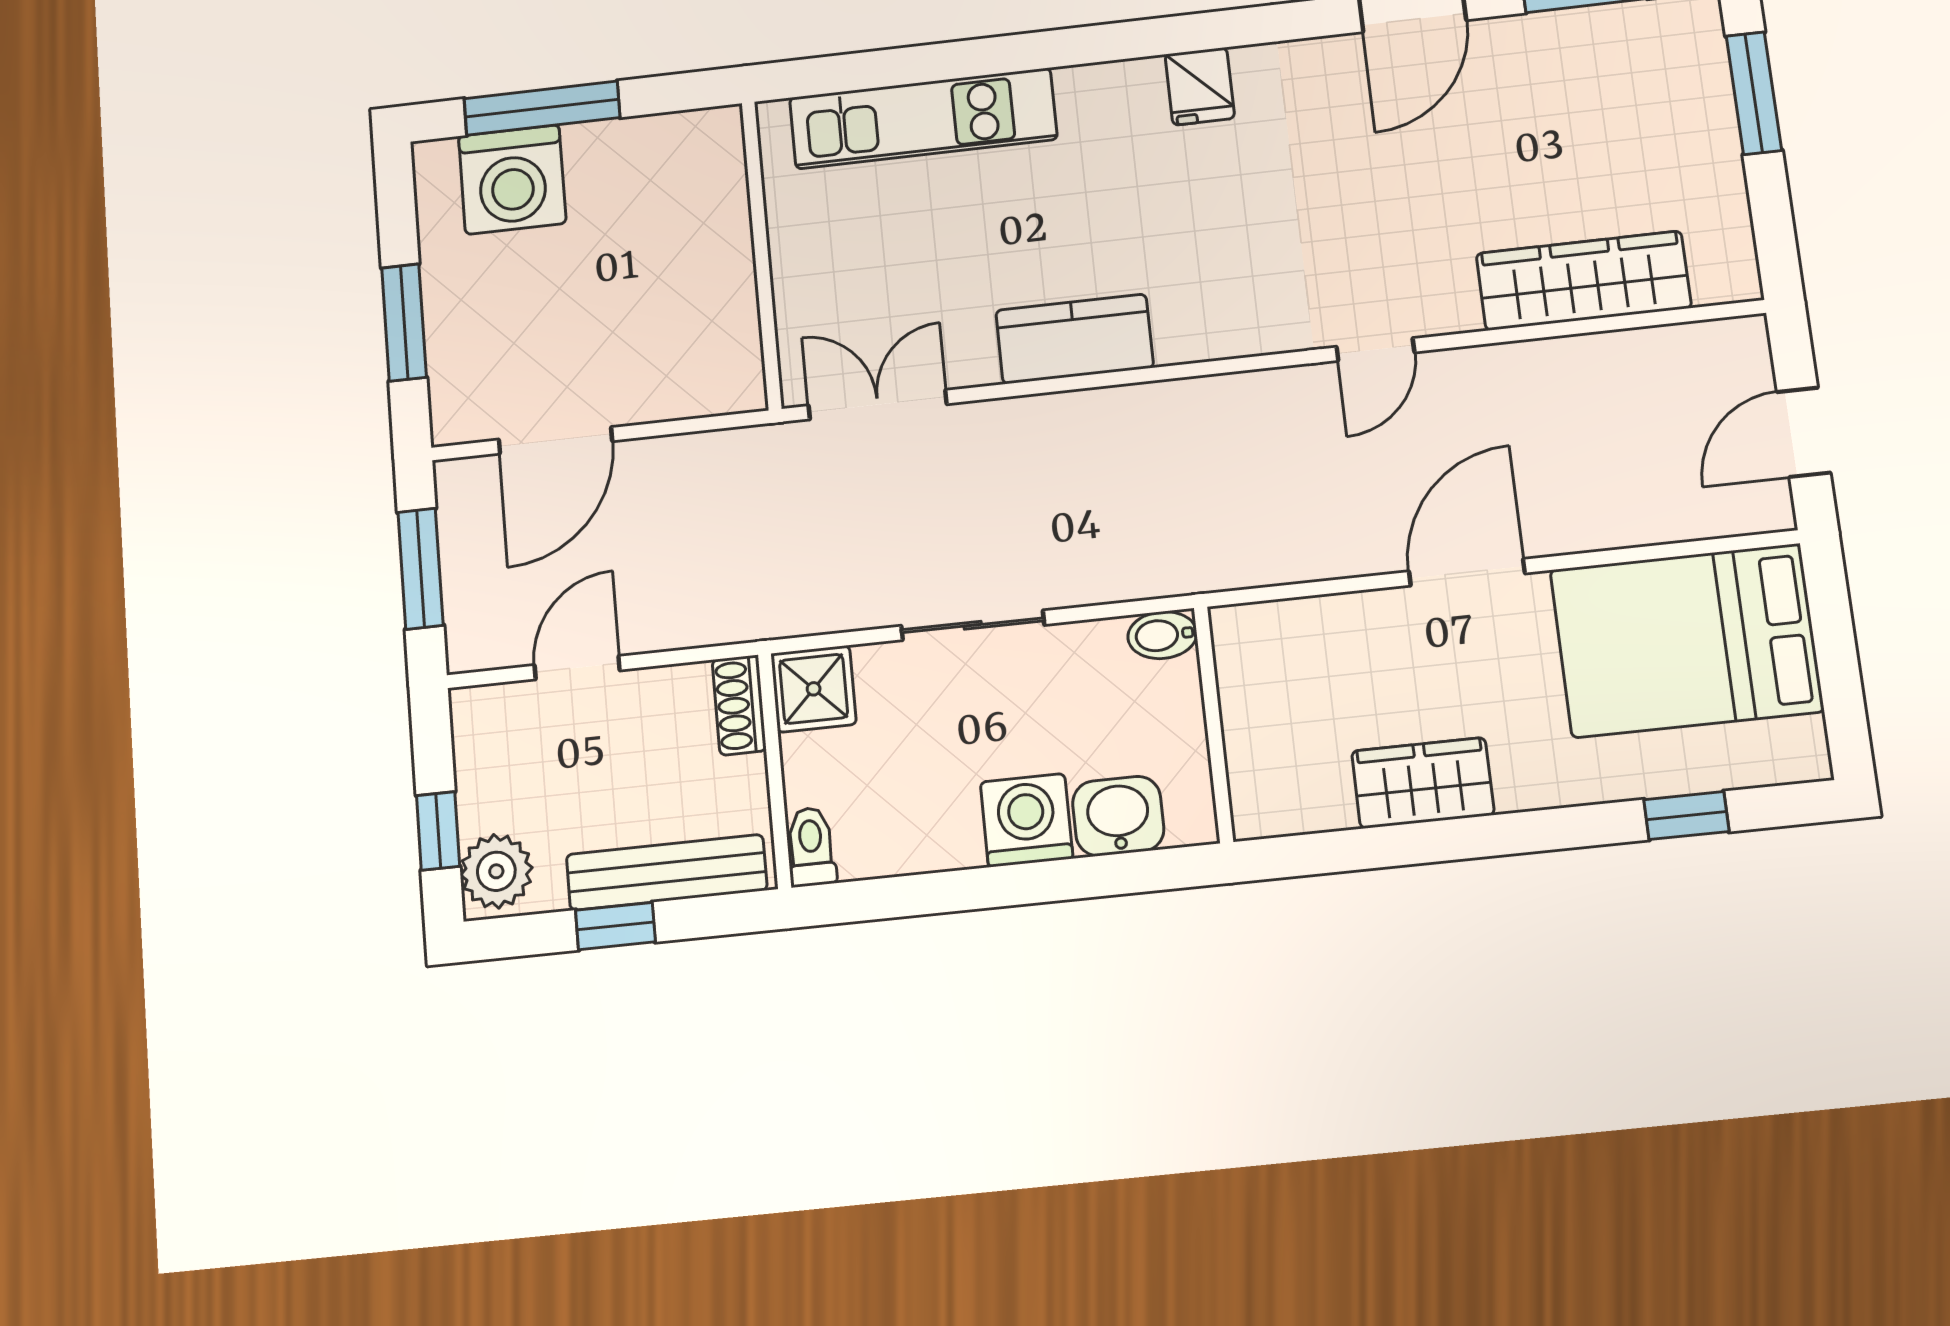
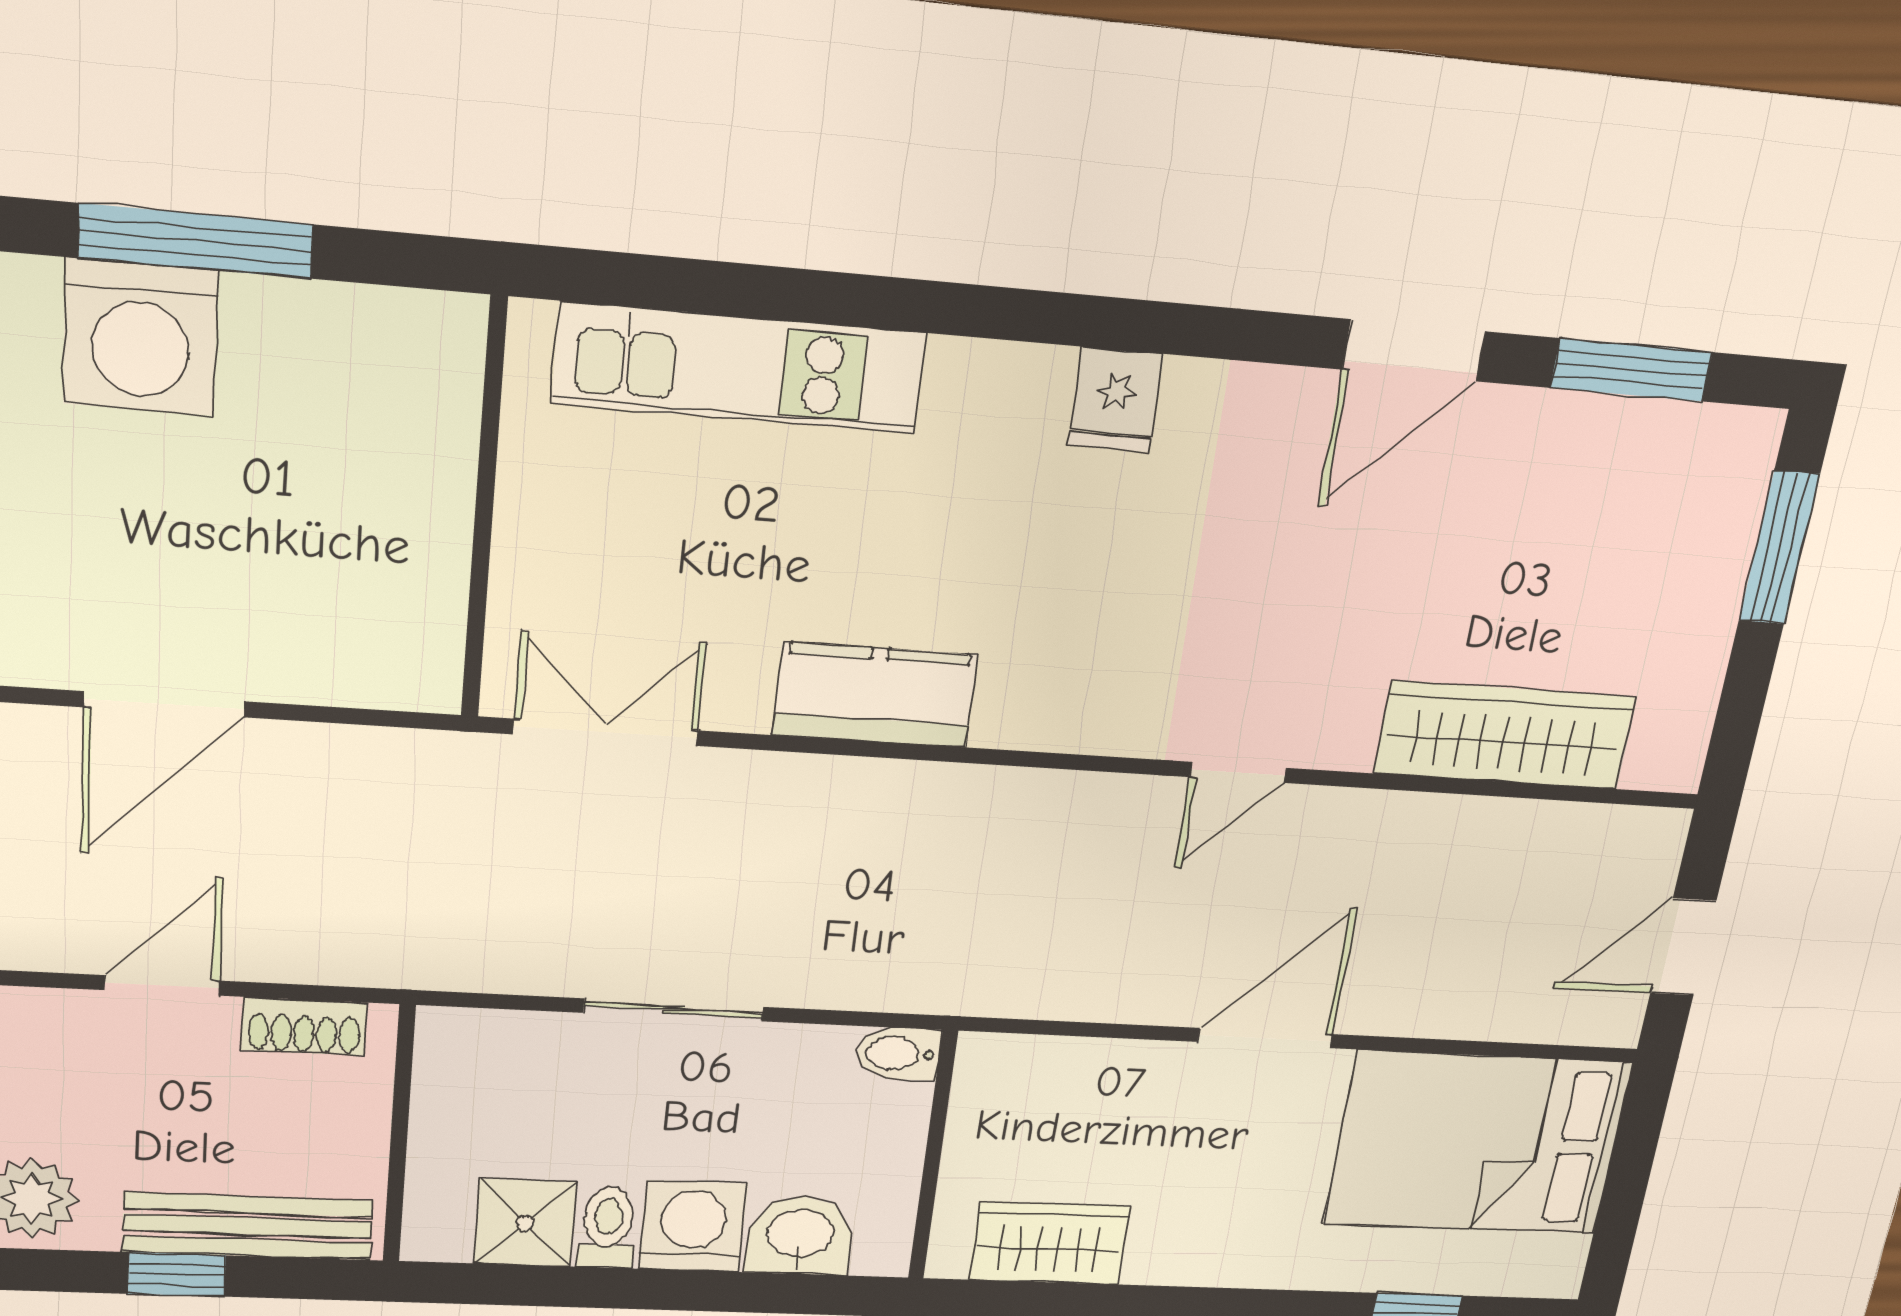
shower: (814, 689) -> (525, 1223), moved
shoe rack: (739, 705) -> (304, 1026), moved, turned -90
wardrobe: (1423, 783) -> (1049, 1243), moved
toilet: (811, 847) -> (608, 1228), moved

